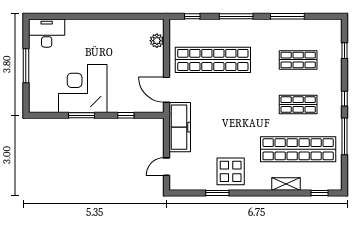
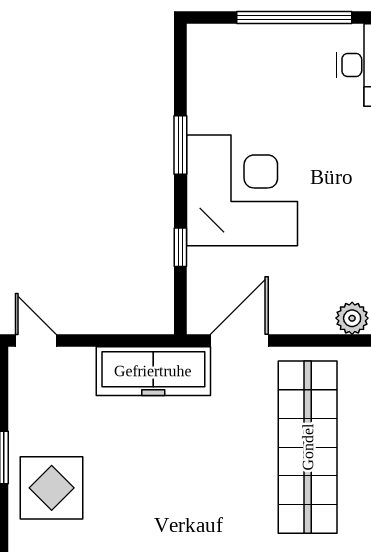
window: (26, 66) -> (294, 17), width x1.46
corner desk: (83, 89) -> (242, 190), moved
door: (166, 167) -> (36, 341), moved

